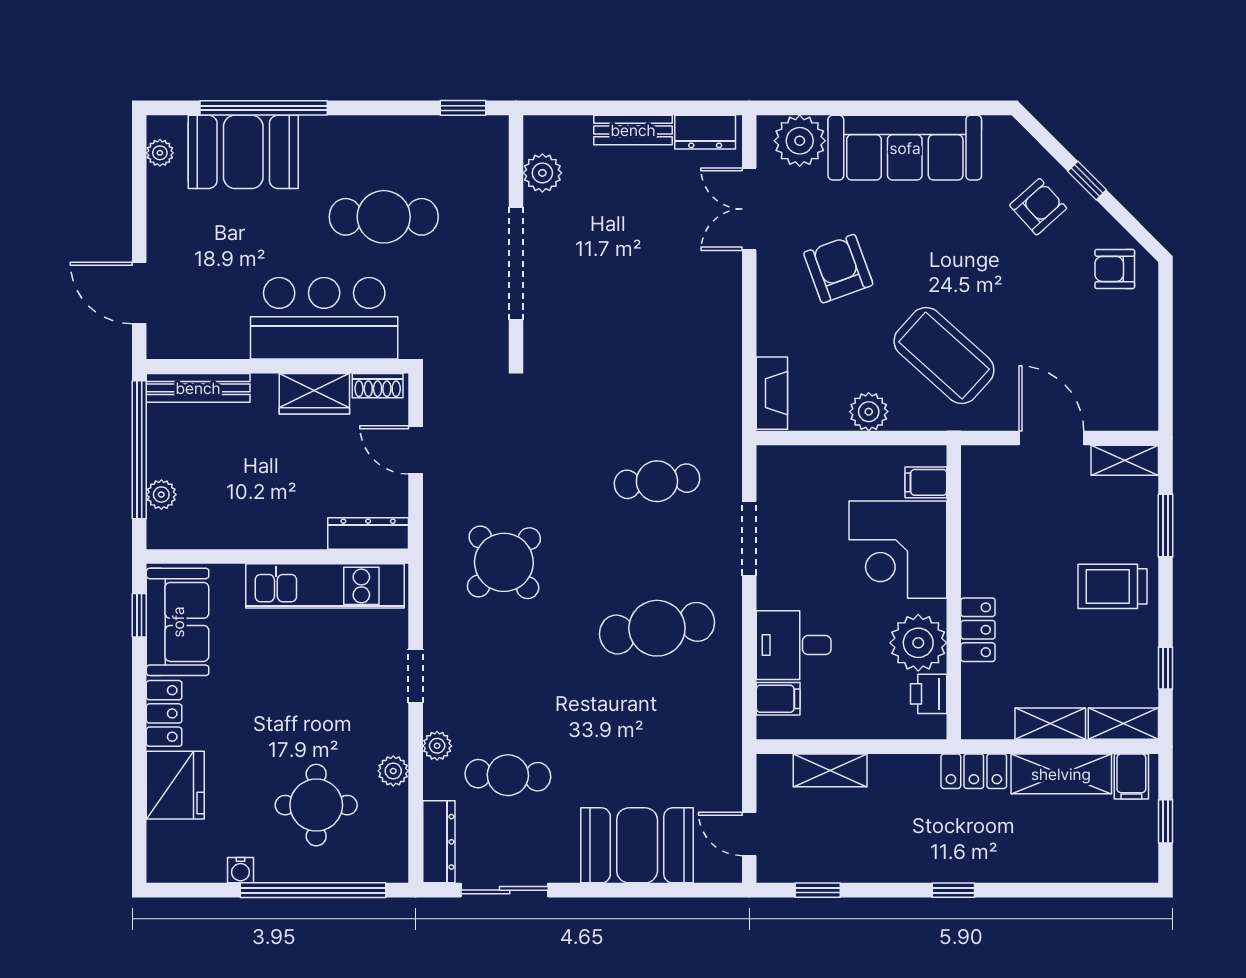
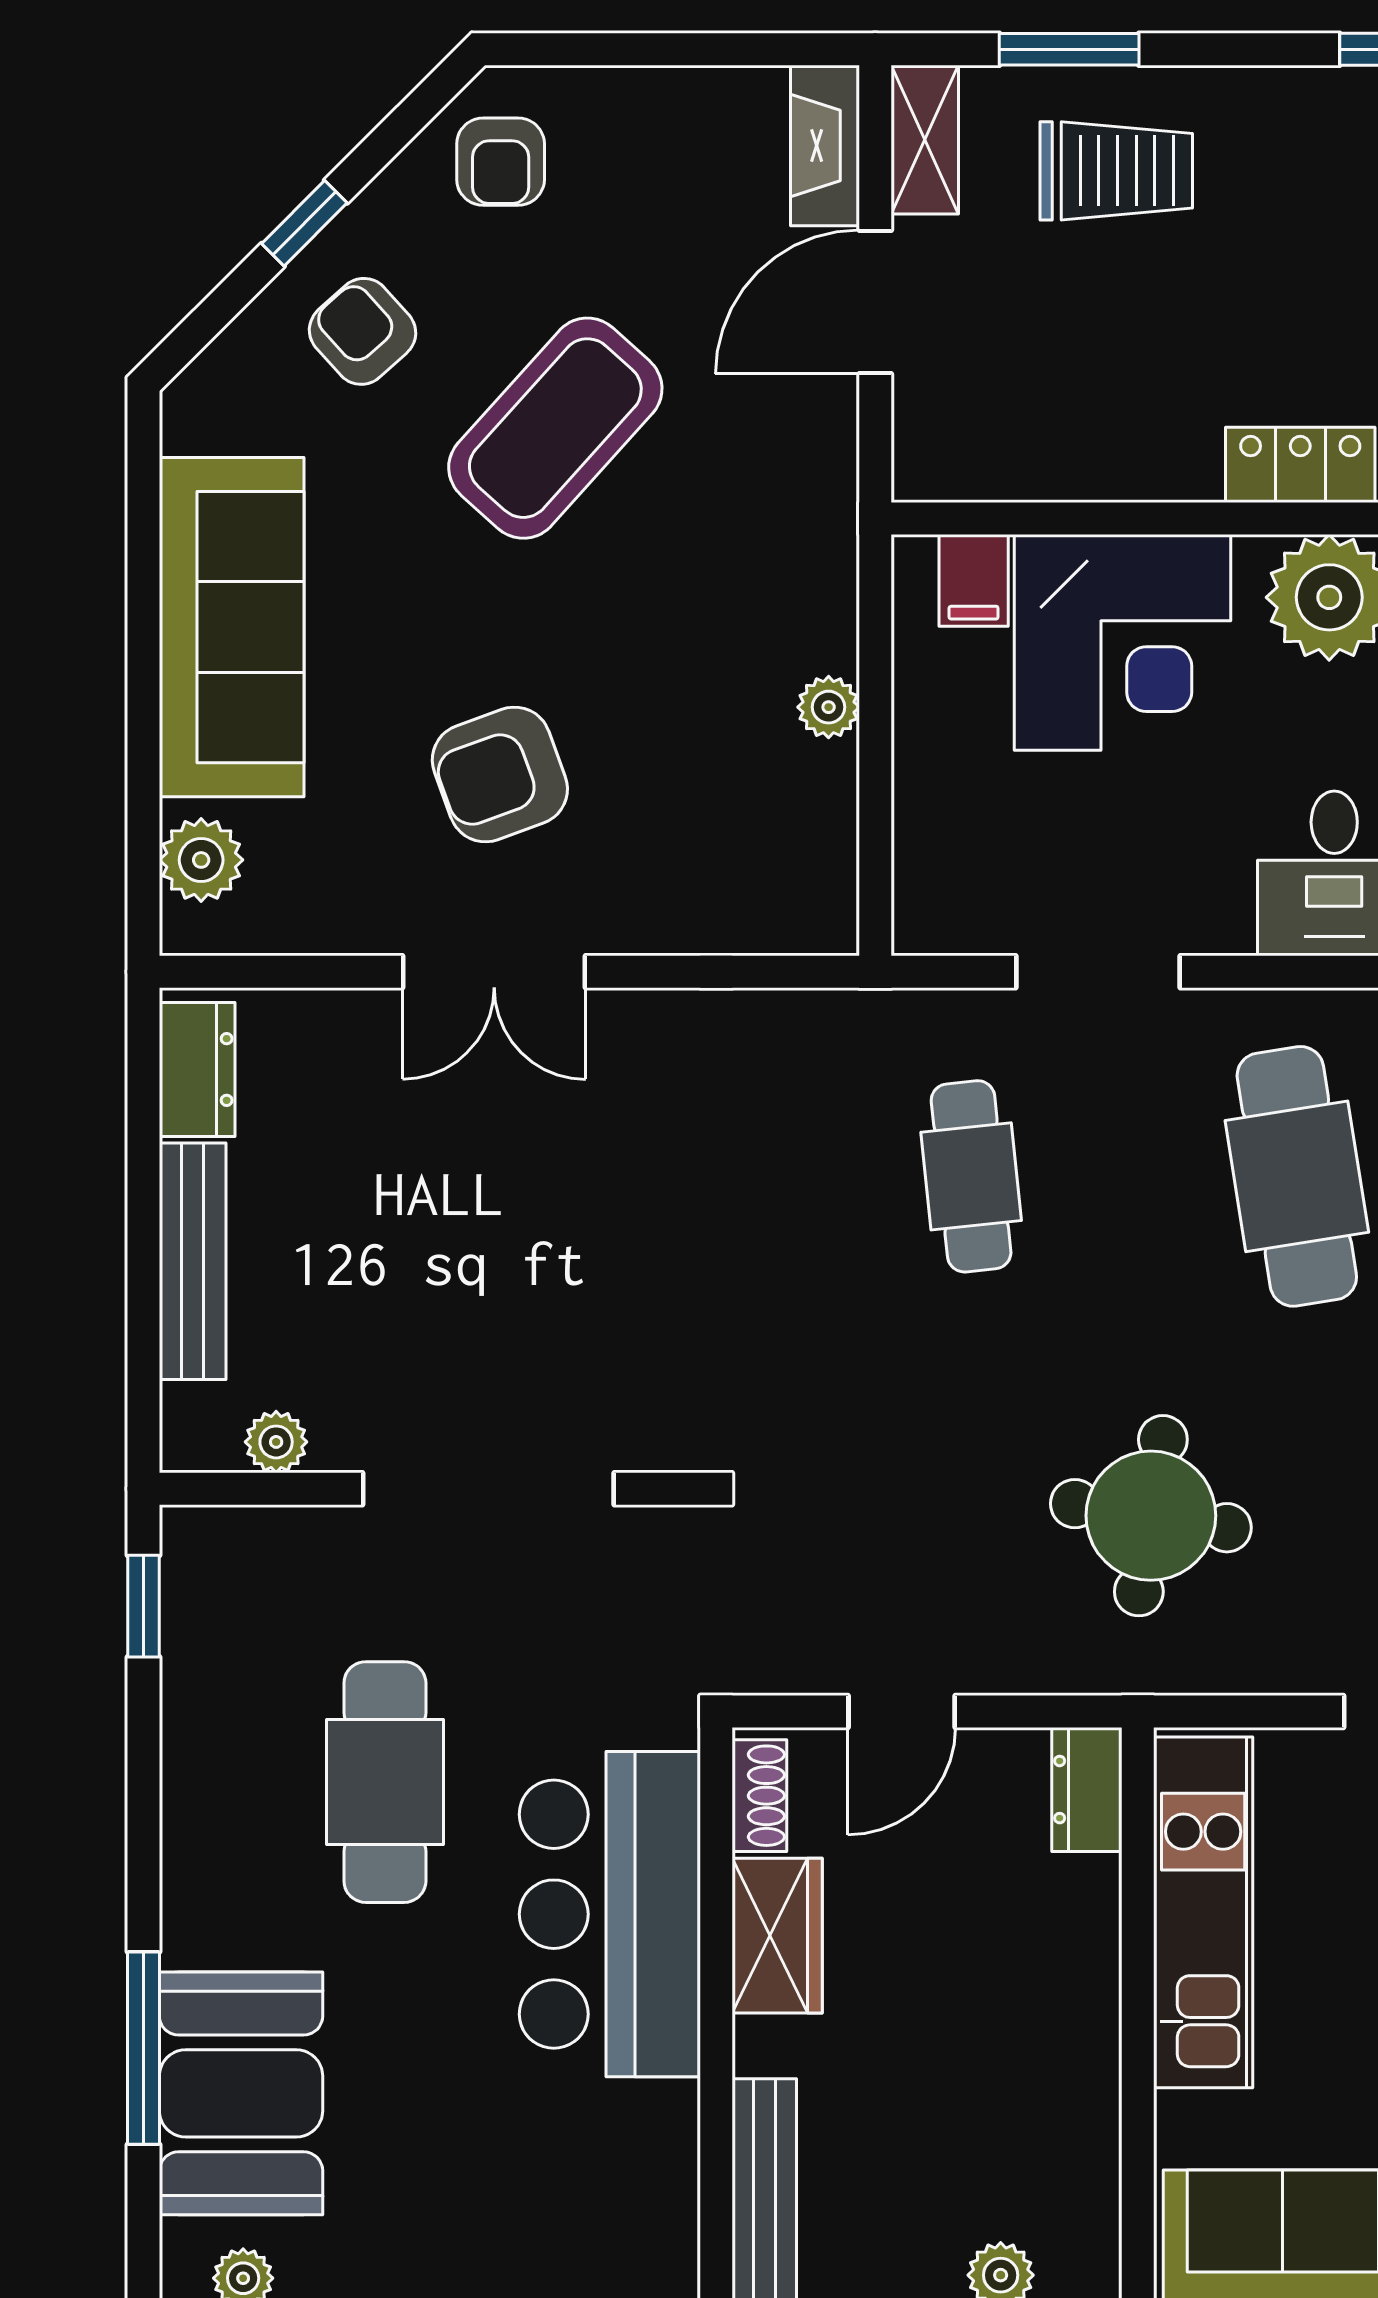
window: (264, 108) -> (144, 2048), width x0.68
bench: (633, 130) -> (193, 1261), width x1.36
plant: (800, 141) -> (201, 860), width x0.73, depth x0.73
plant: (542, 173) -> (276, 1442), width x0.73, depth x0.73
double door: (749, 209) -> (494, 972), moved
coffee table: (944, 356) -> (555, 428), moved
fireplace: (772, 393) -> (825, 145), moved, turned -90
plant: (869, 412) -> (829, 707), width x0.73, depth x0.73
dresser: (368, 533) -> (1087, 1790), width x0.70
round table: (504, 562) -> (1151, 1516), turned -38
trolley: (1113, 586) -> (1116, 171), moved, turned -90

